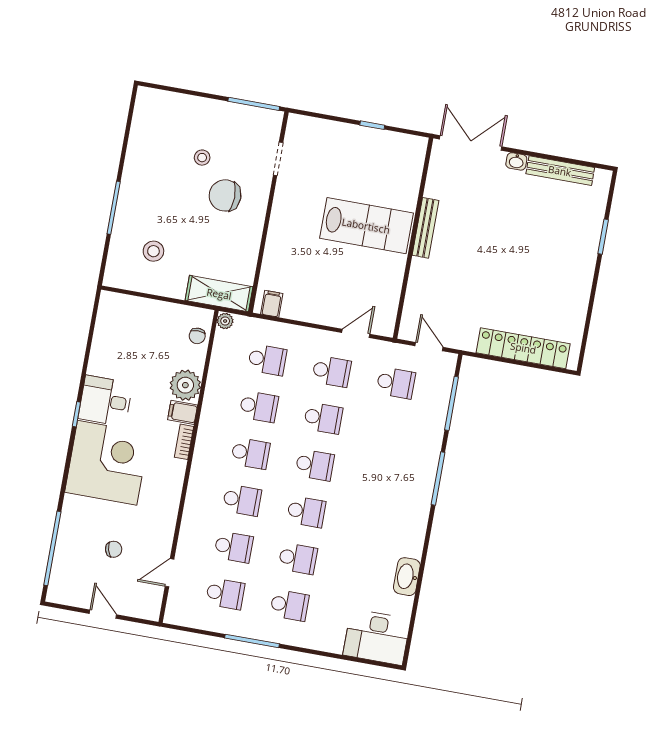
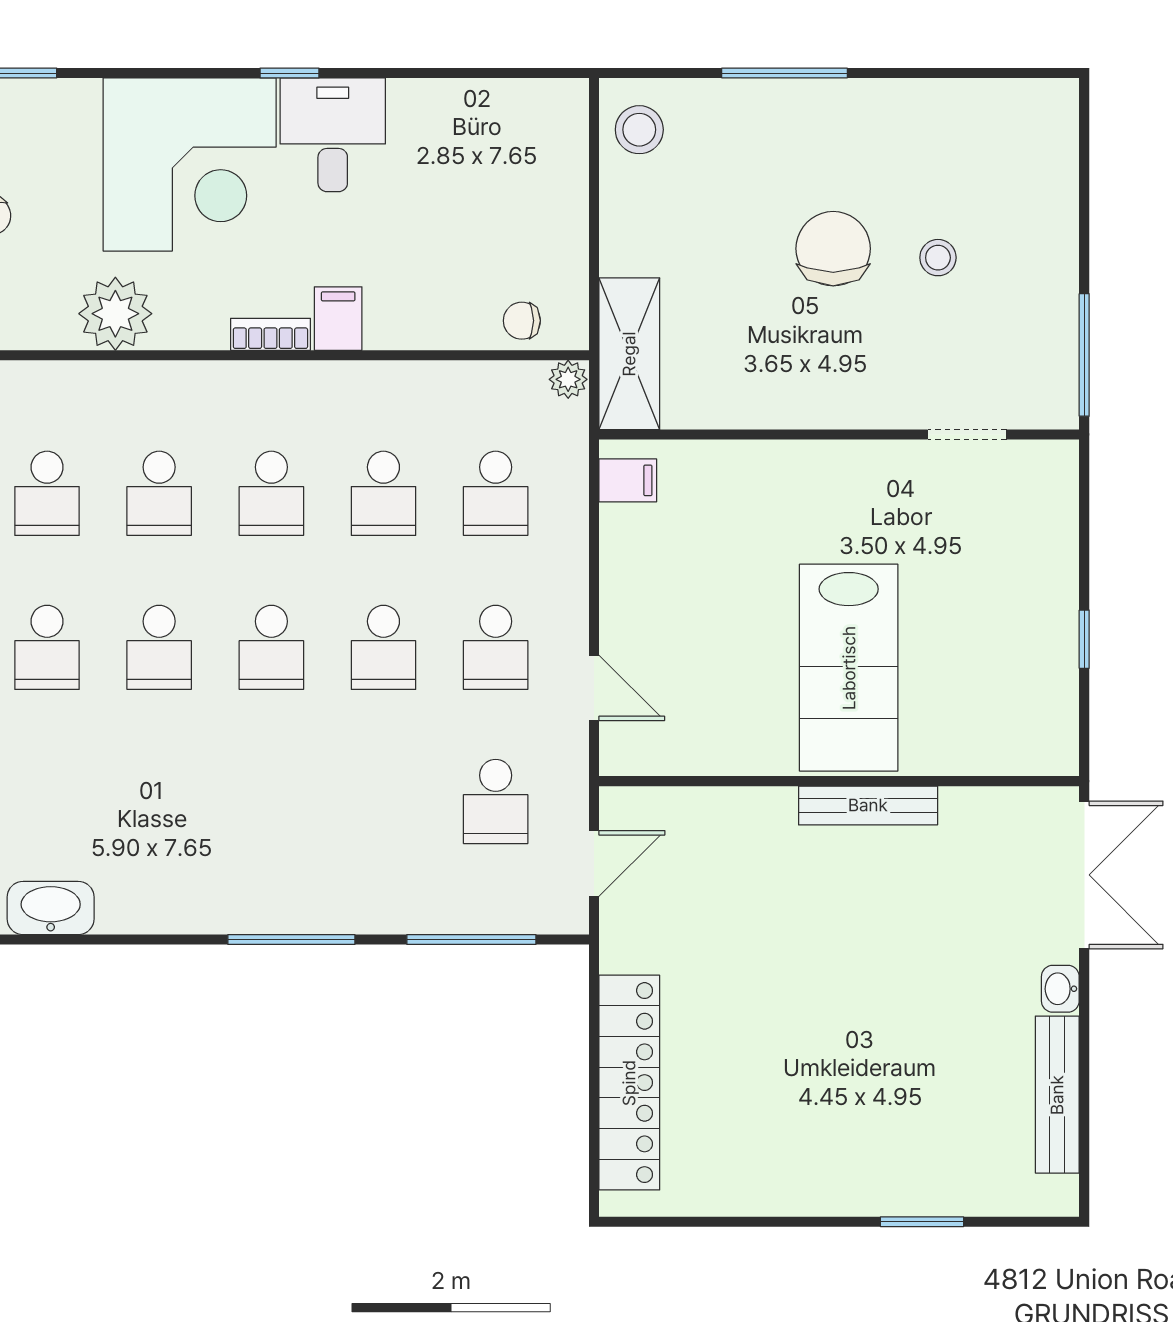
chair: (225, 195) -> (833, 249), moved
stool: (153, 251) -> (639, 130), moved
plant: (185, 385) -> (115, 314), moved

